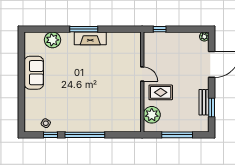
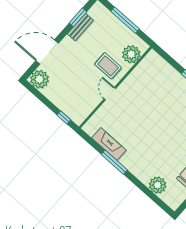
window: (84, 29) -> (114, 162), moved
plant: (204, 37) -> (39, 79), width x1.87, depth x1.87
fireplace: (90, 38) -> (109, 144), moved

